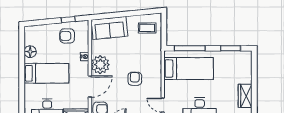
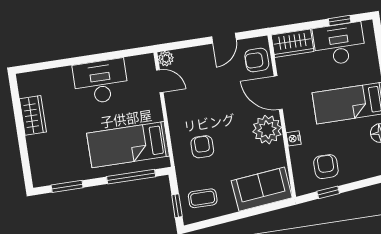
window: (164, 26) -> (177, 206), added
armchair: (67, 36) -> (326, 167), turned -90
armchair: (135, 79) -> (202, 147), moved, turned 180
door: (90, 87) -> (278, 93), hinge flipped

